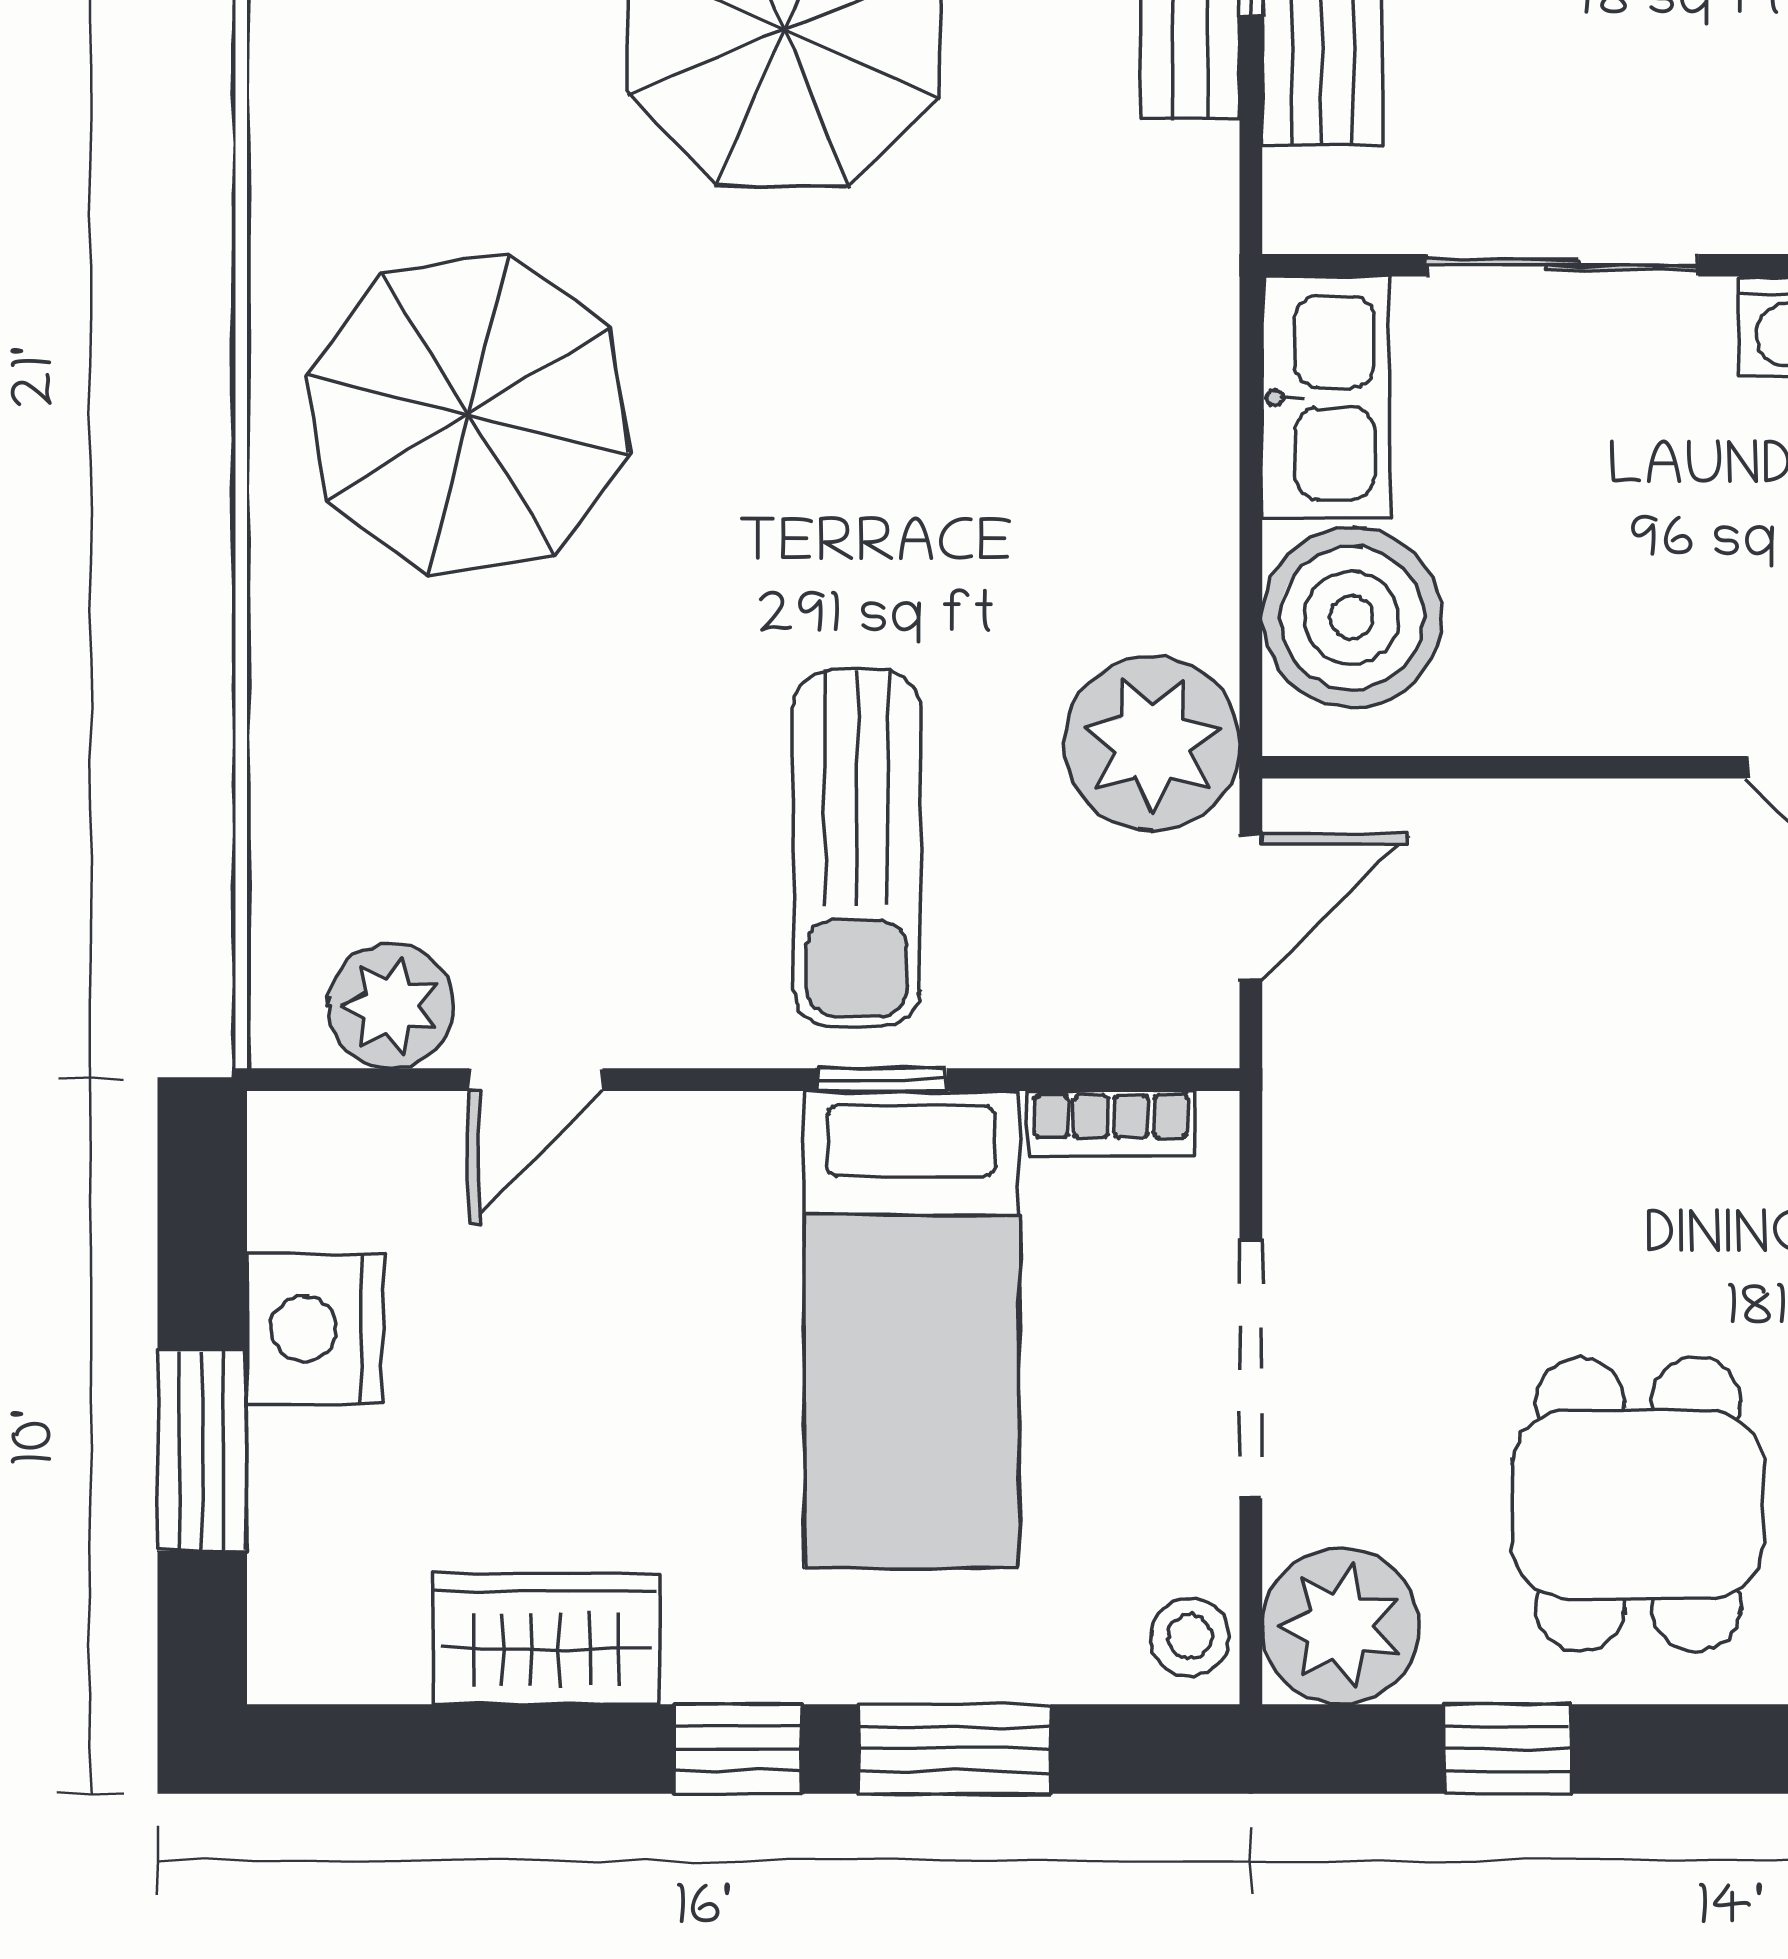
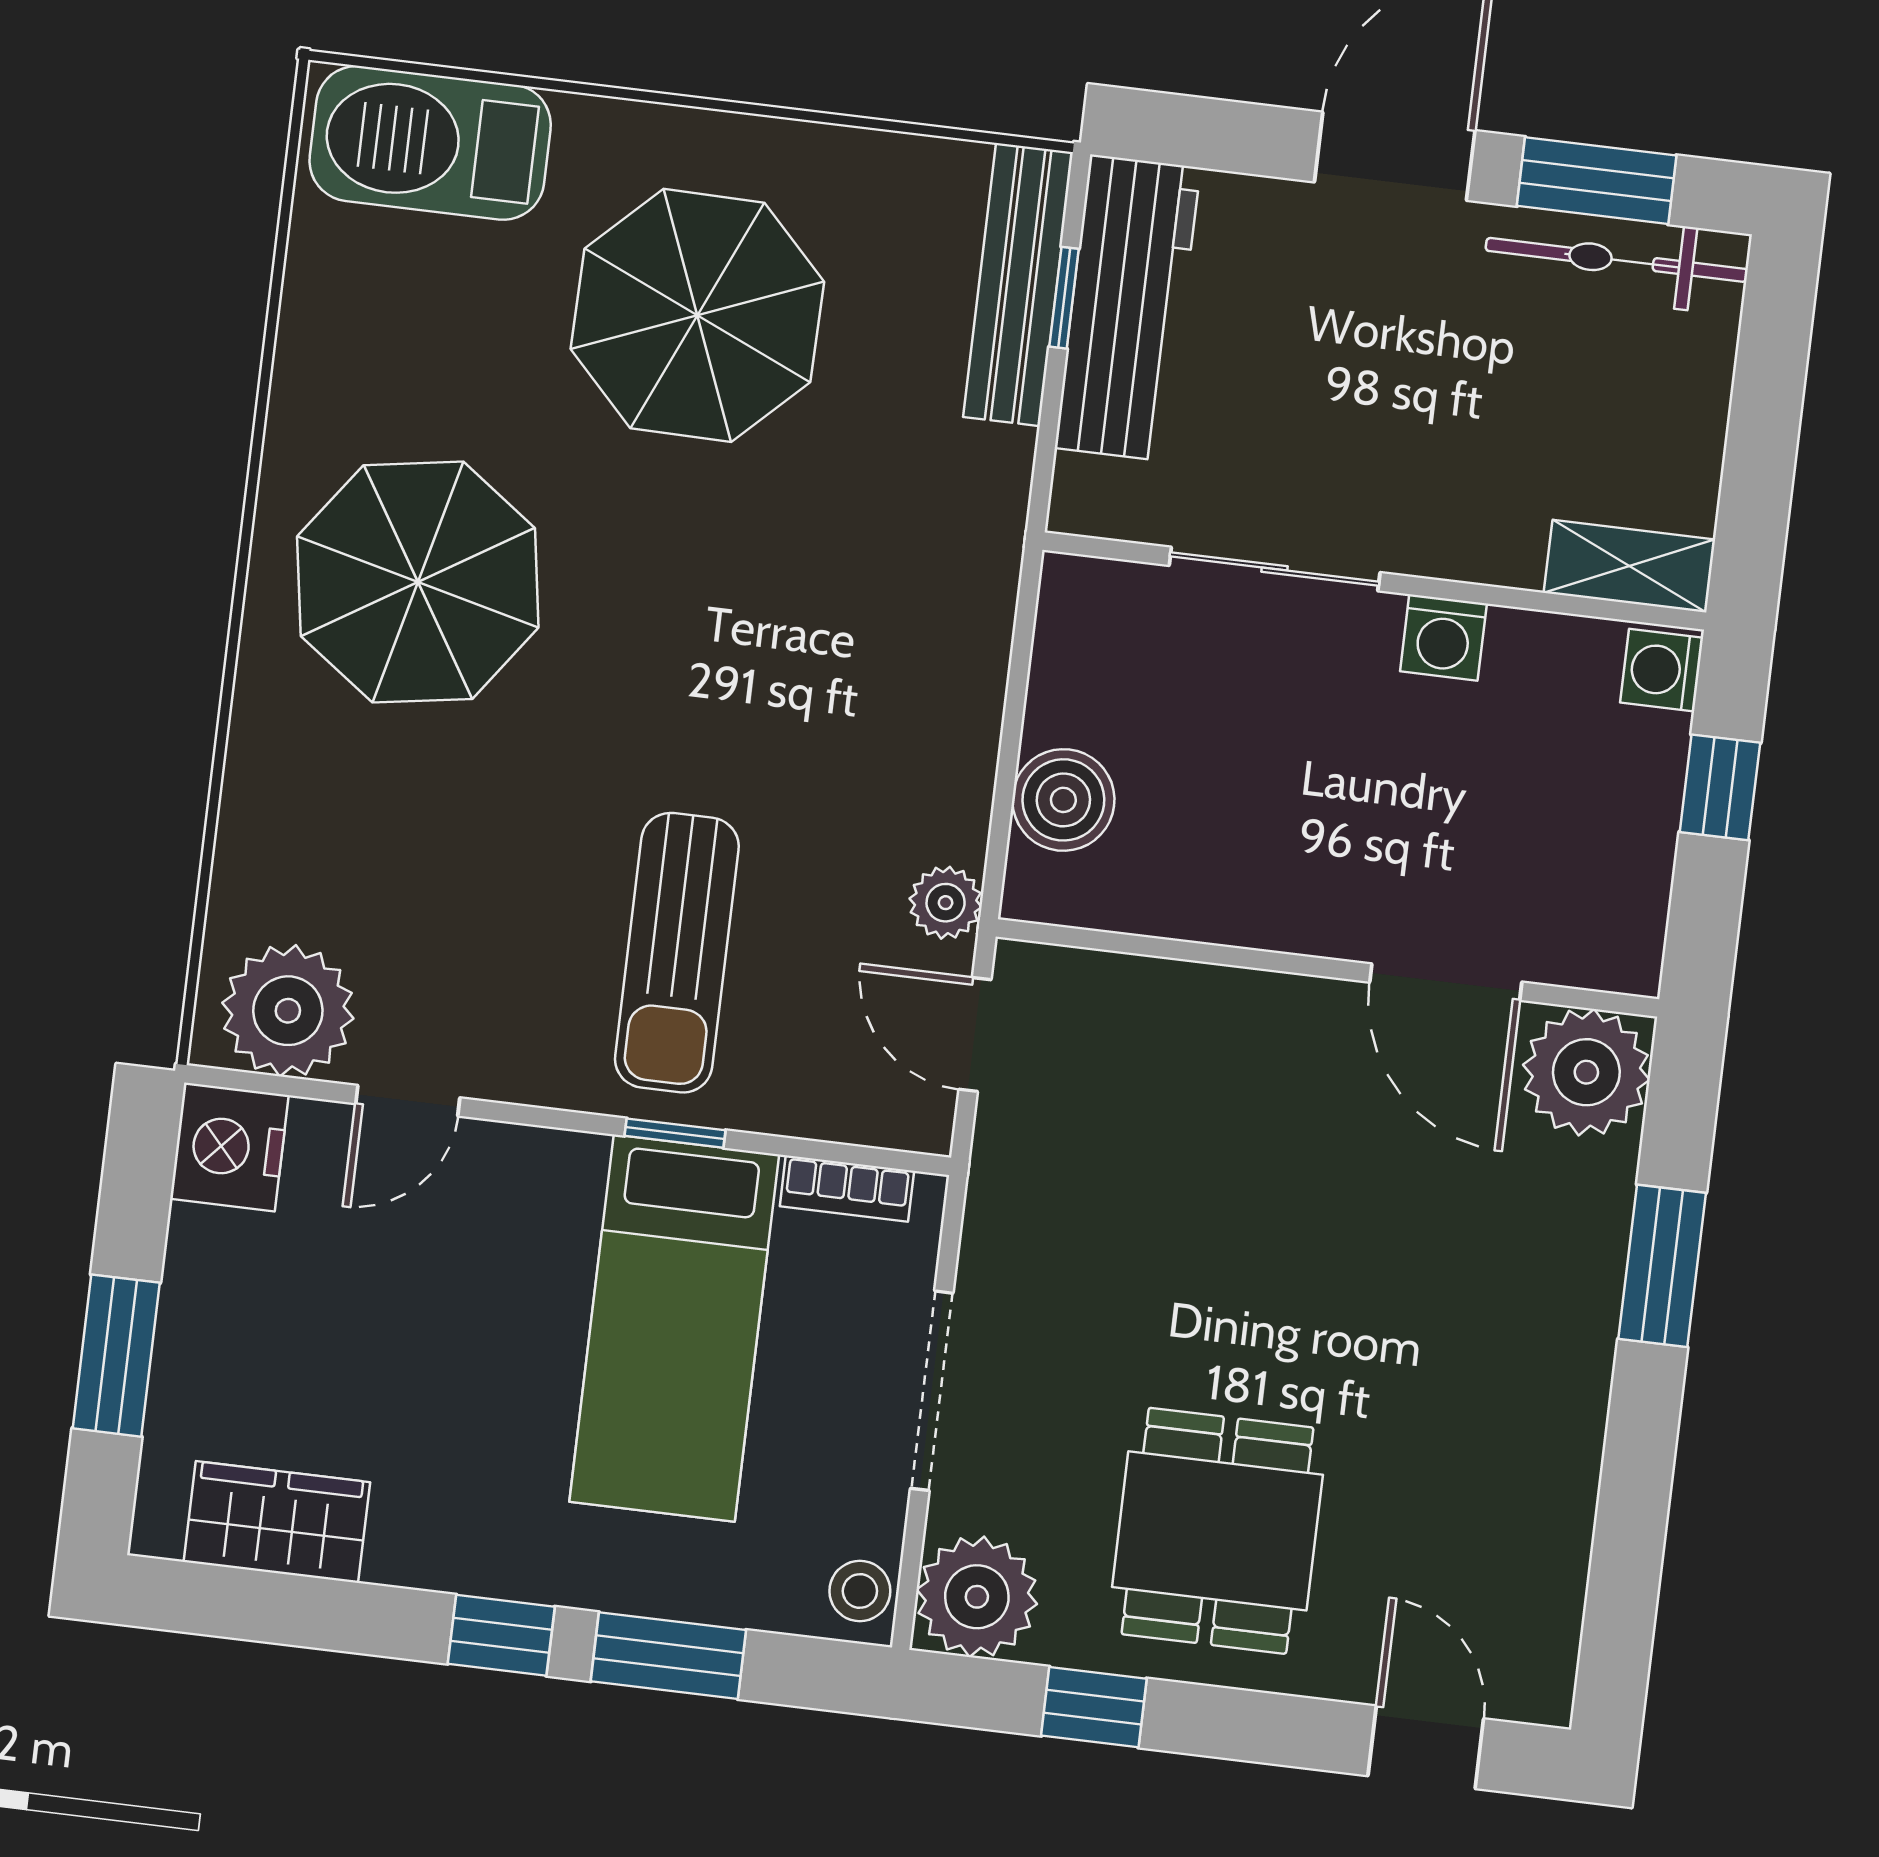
kitchen sink: (1326, 398) -> (1080, 649), removed
boiler: (1352, 617) -> (1063, 800), width x0.73, depth x0.73
plant: (1152, 743) -> (946, 903), width x0.53, depth x0.53
door: (1251, 907) -> (975, 1035), swing flipped
plant: (391, 1006) -> (288, 1011), width x1.36, depth x1.36
nightstand: (315, 1329) -> (229, 1147), moved
wardrobe: (546, 1639) -> (277, 1522), moved

